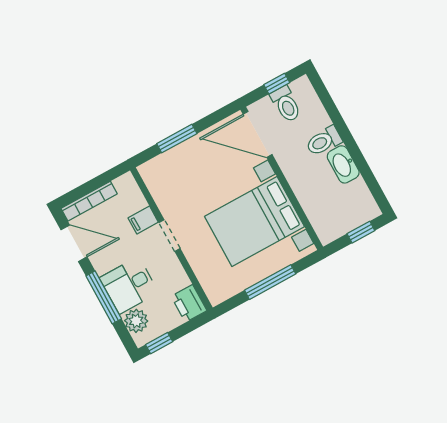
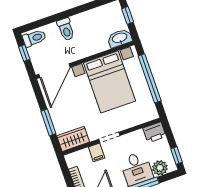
toilet: (286, 104) -> (34, 38), moved
washbasin: (343, 164) -> (120, 38), moved, turned 180
wardrobe: (158, 181) -> (73, 139), added
window: (270, 282) -> (150, 78), width x1.46

